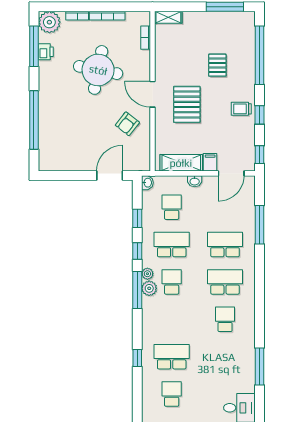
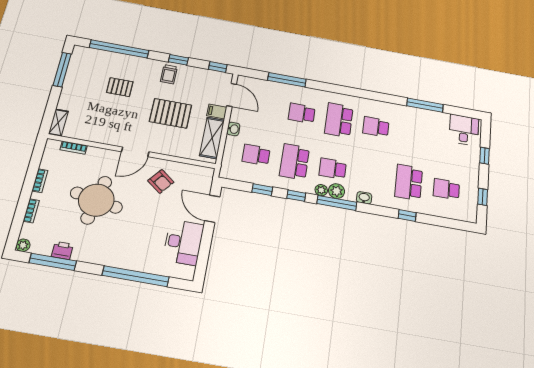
bookcase: (107, 16) -> (40, 181), width x0.64
plant: (49, 22) -> (23, 245), width x0.53, depth x0.53
pallet: (187, 104) -> (171, 113), moved
desk: (73, 156) -> (183, 242), added
washbasin: (147, 183) -> (364, 198), moved
school desk: (225, 245) -> (302, 113), width x0.54

